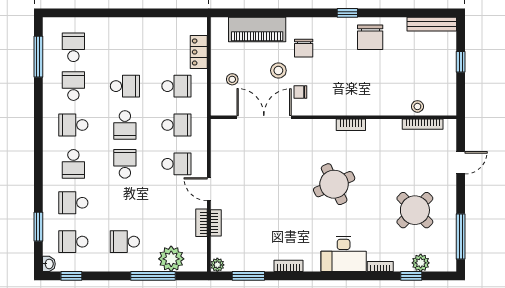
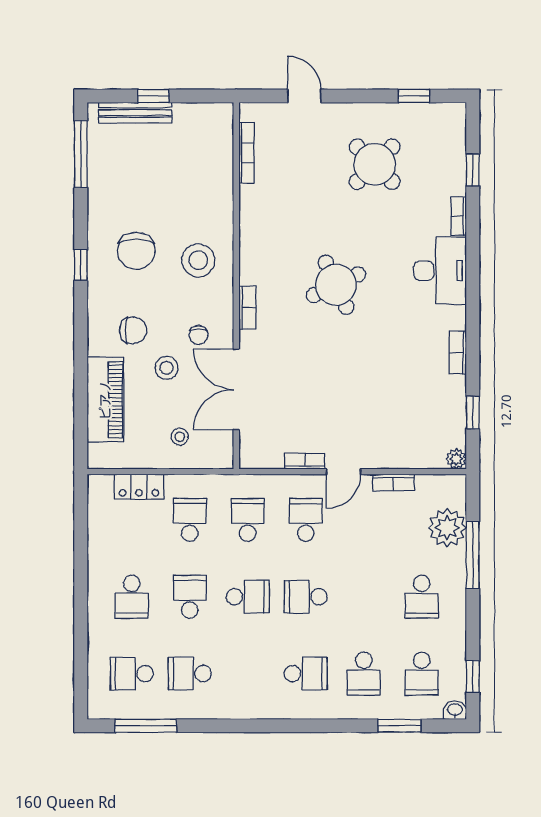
window: (422, 13) -> (81, 154), added
bench: (432, 24) -> (135, 113), moved, turned 90
chair: (370, 37) -> (136, 251), moved, turned 90
stool: (417, 106) -> (198, 260), moved, width x1.89, depth x1.89
school desk: (73, 125) -> (132, 597), moved
bookcase: (351, 125) -> (247, 308), moved
bookcase: (216, 223) -> (305, 461), moved
window: (461, 236) -> (414, 96), width x0.46
plant: (421, 263) -> (453, 156), removed
window: (248, 276) -> (473, 413), width x0.67

